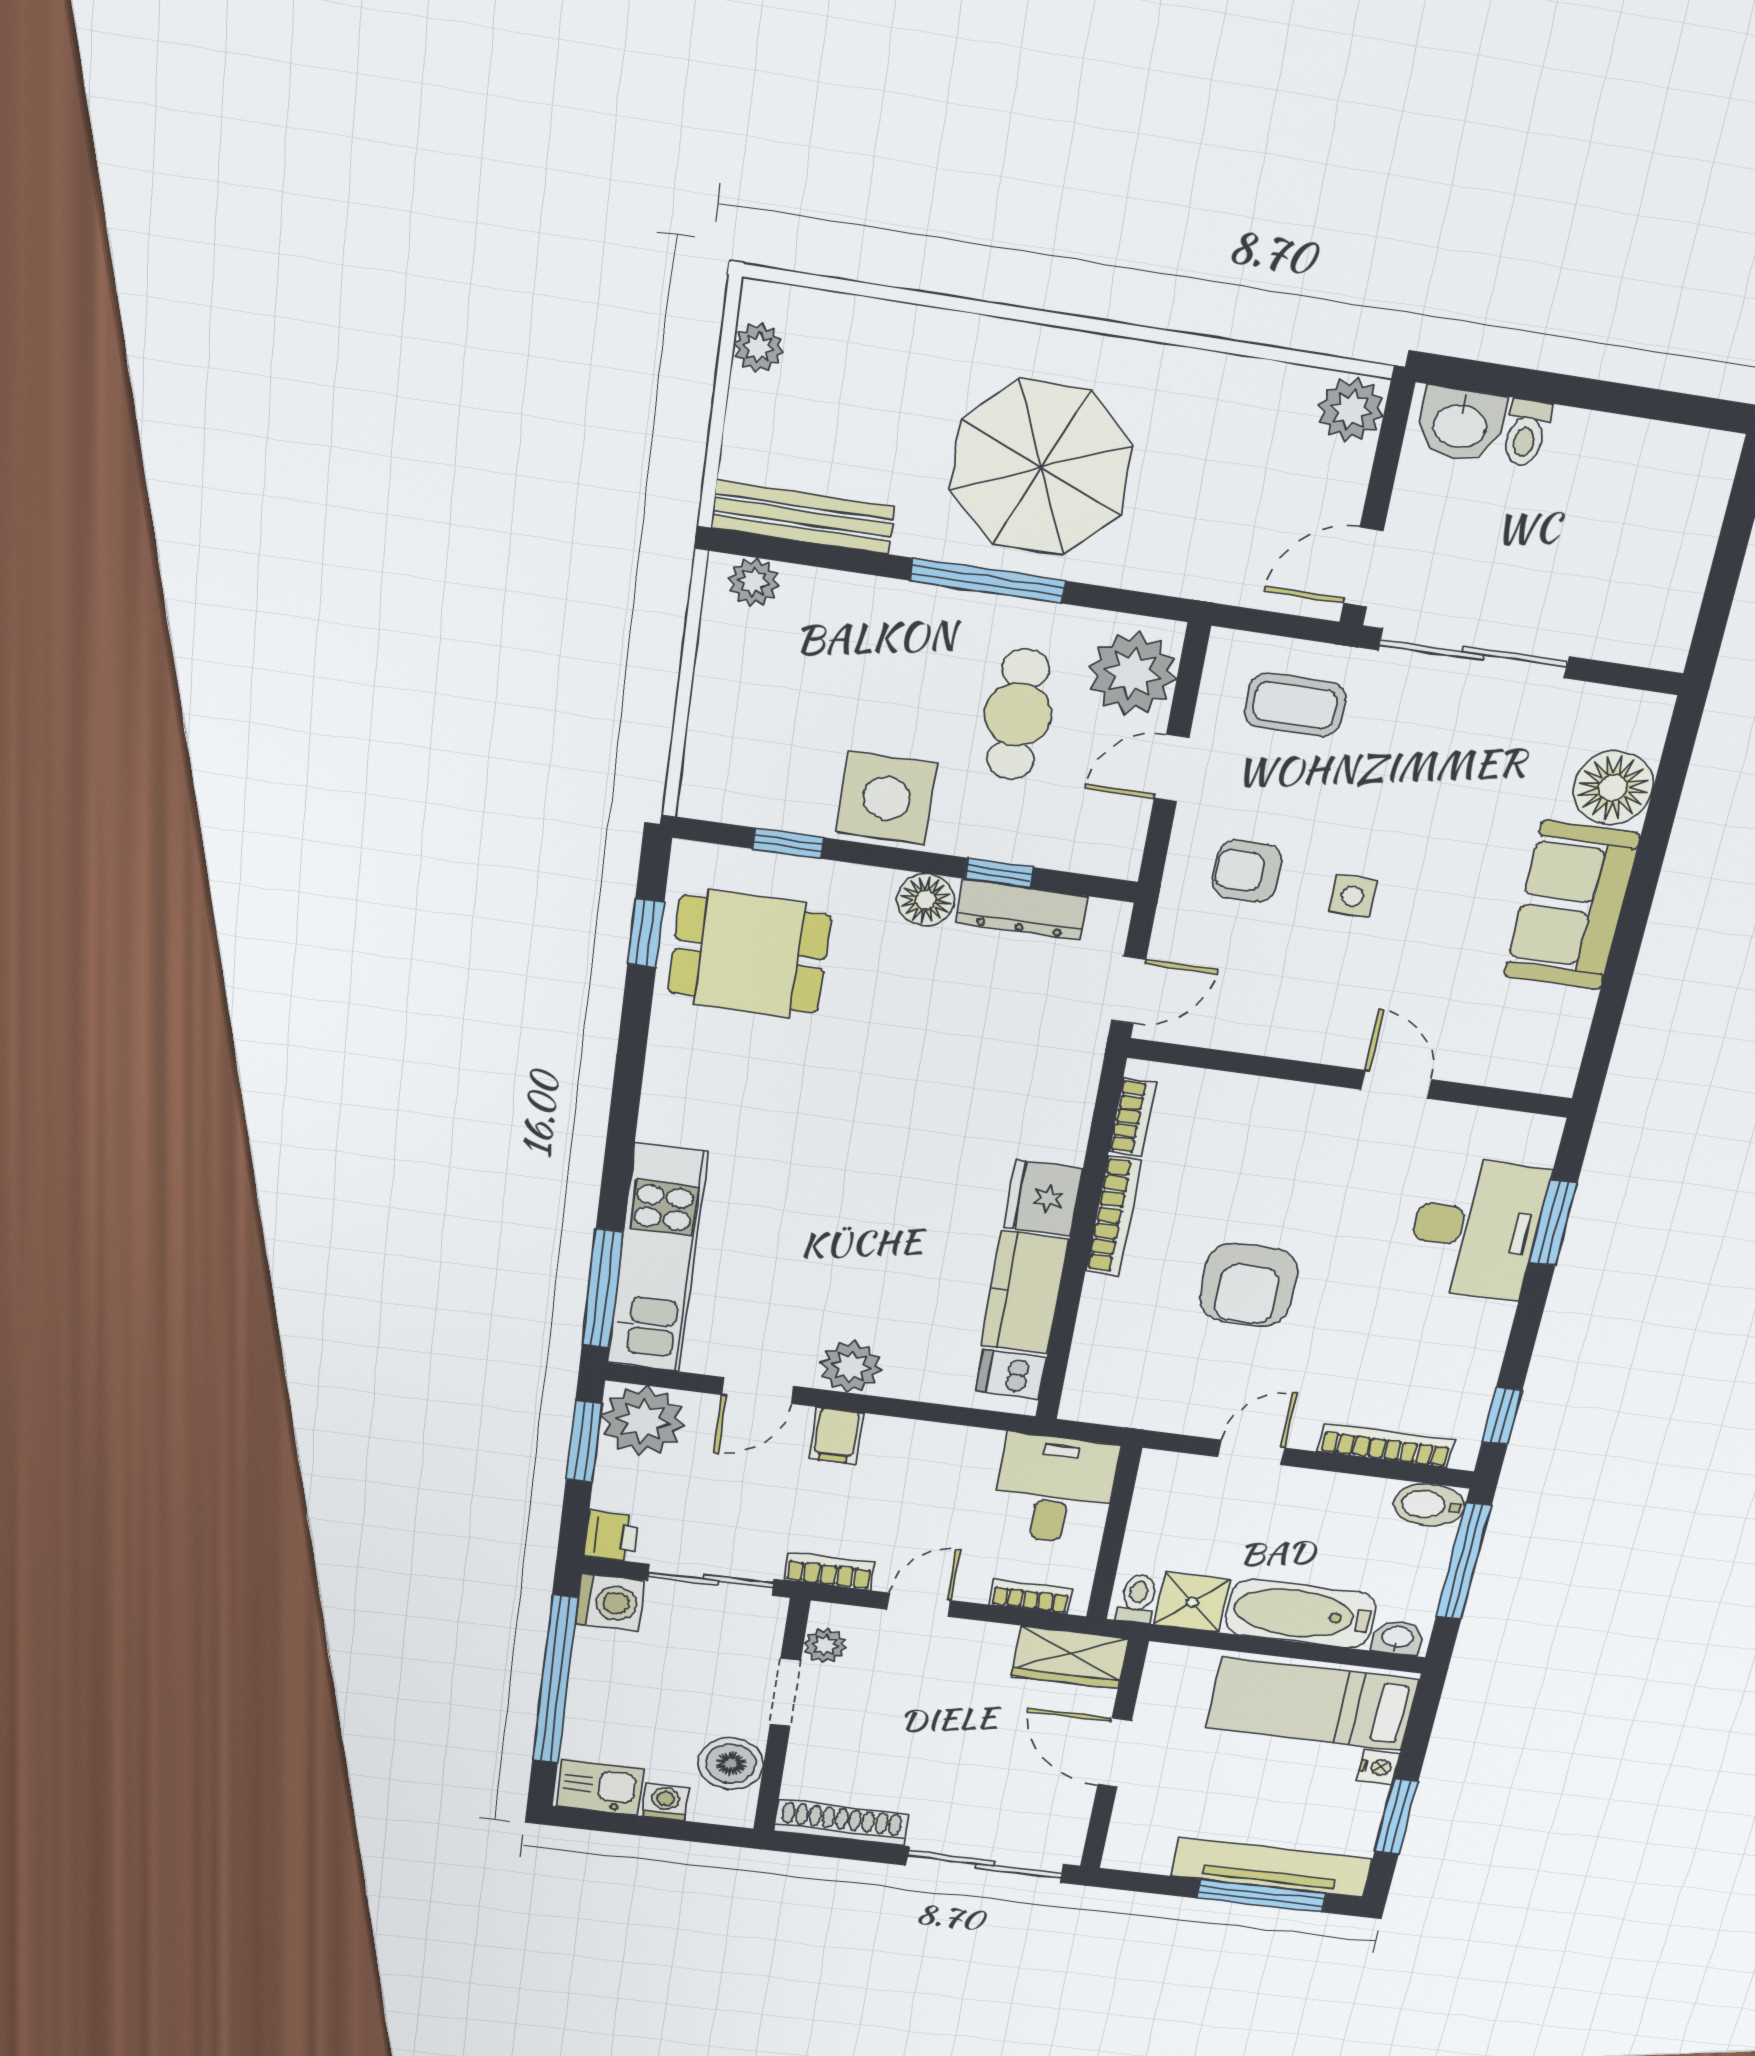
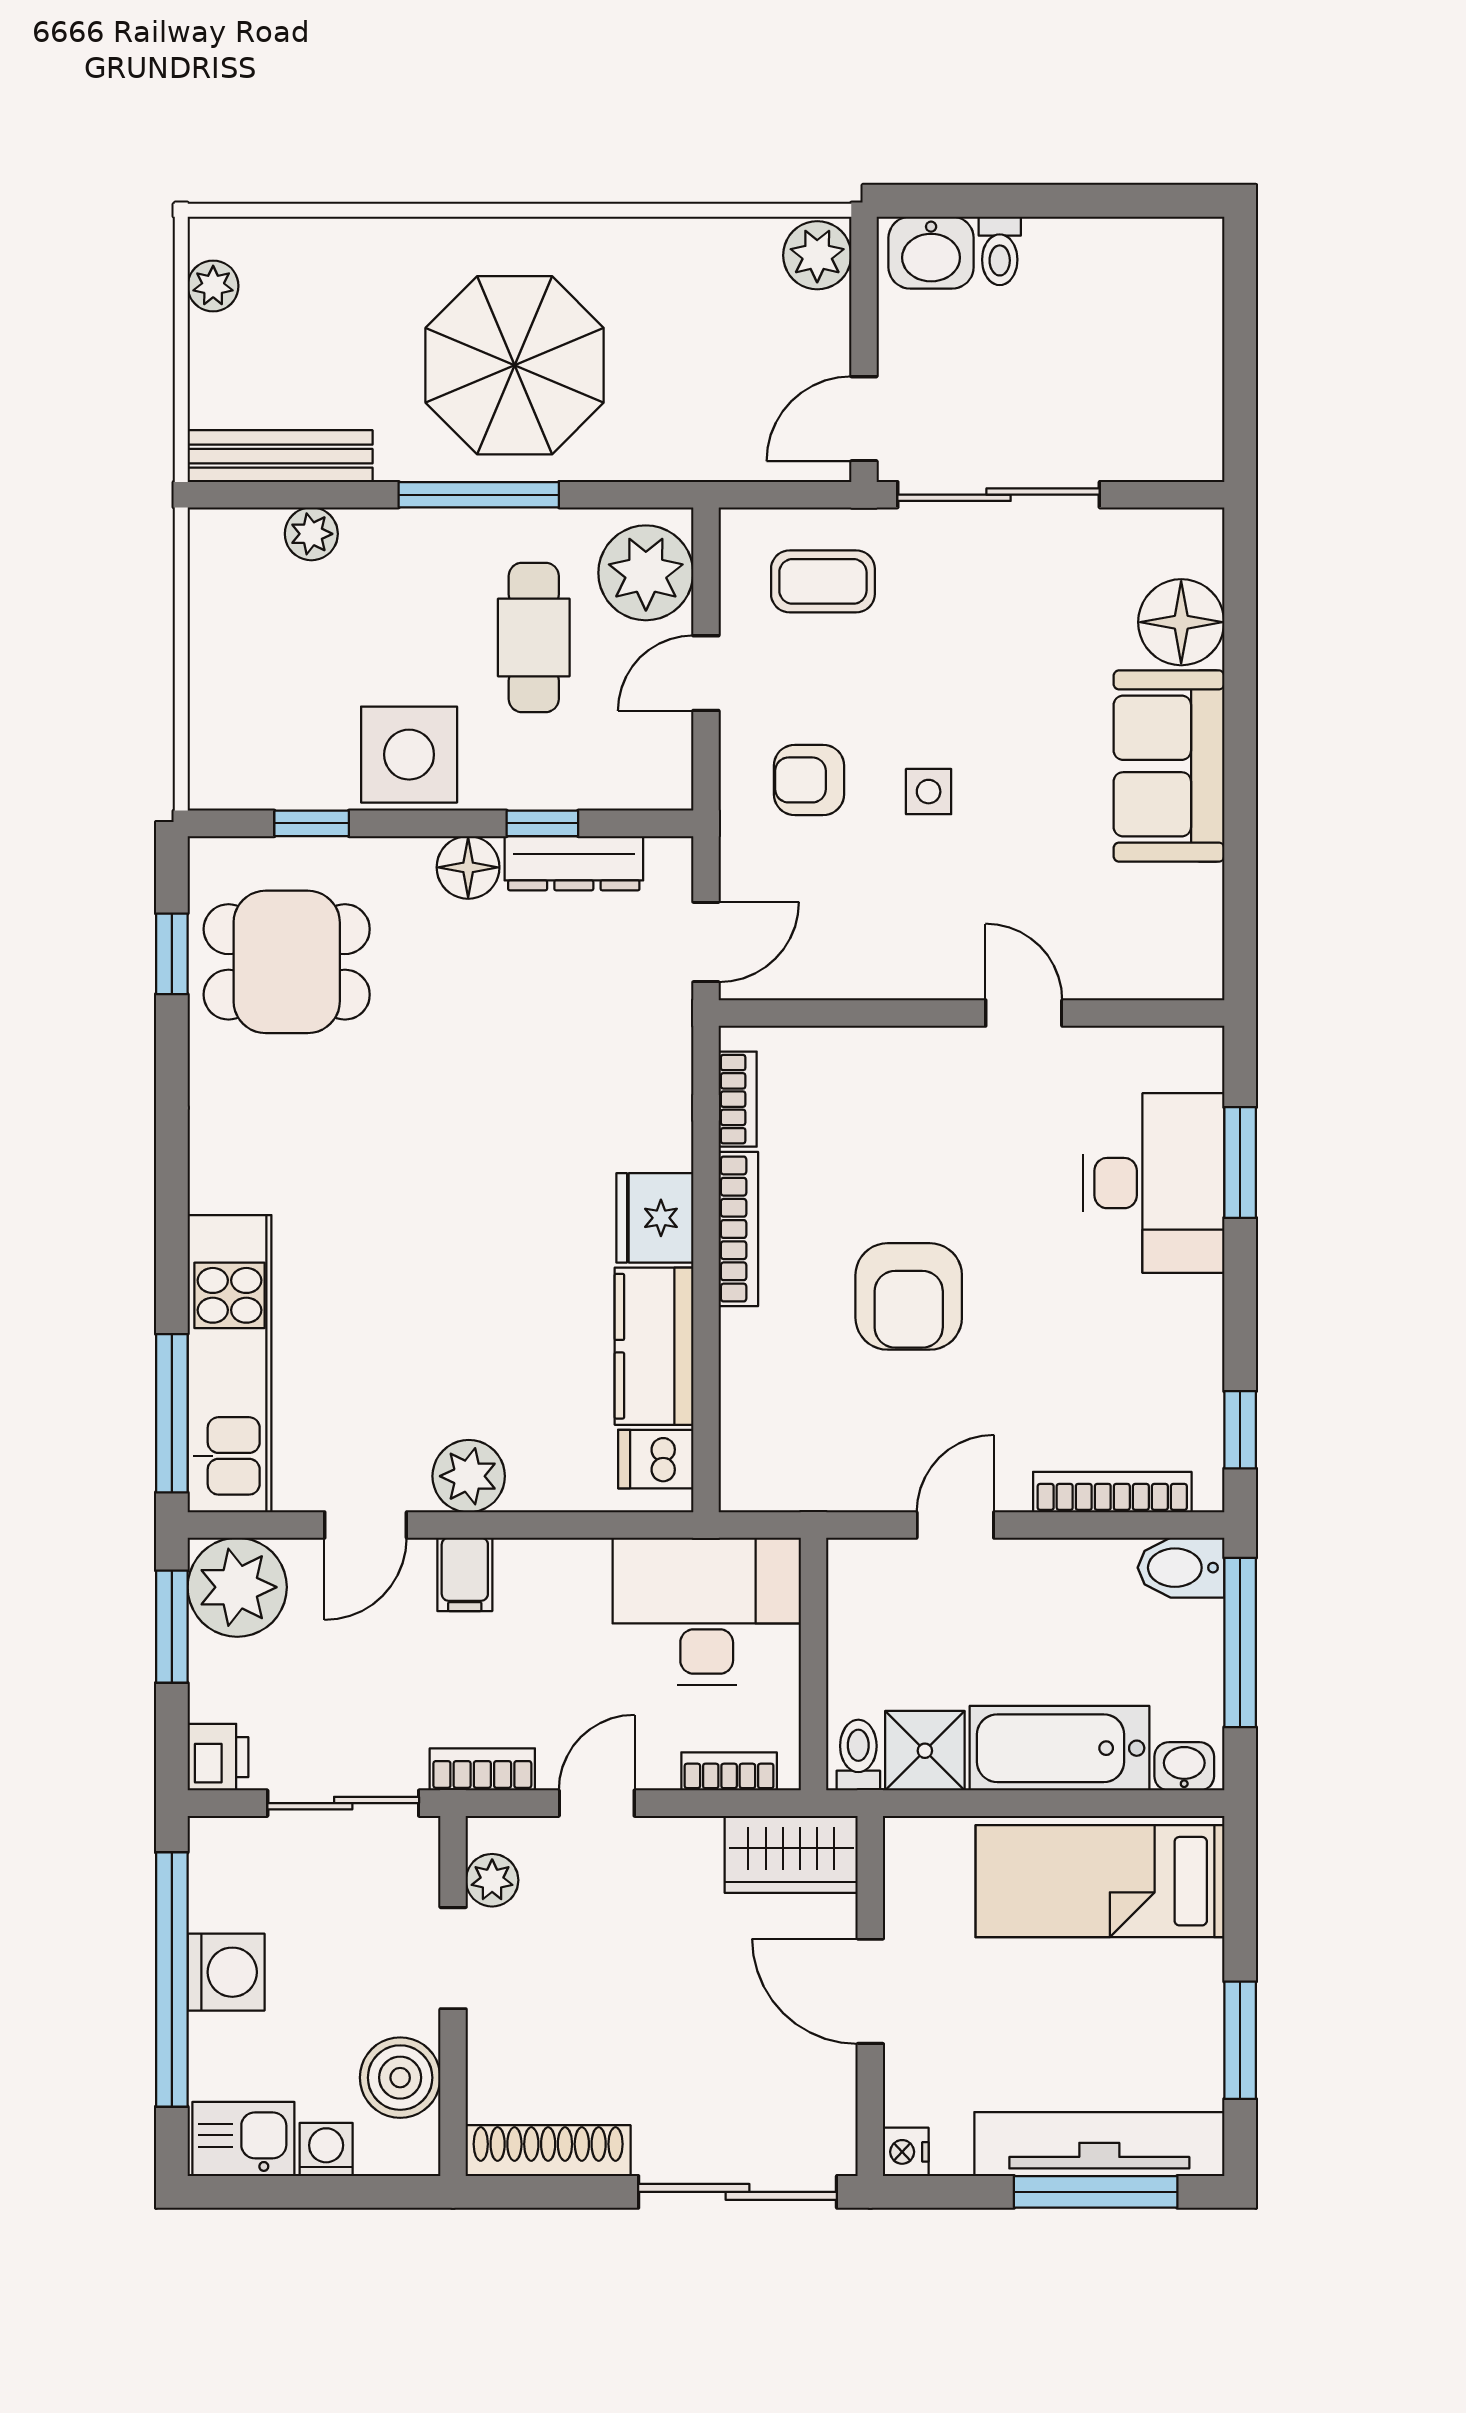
plant: (754, 582) -> (311, 534), moved
desk: (1054, 1489) -> (707, 1612), width x1.37
washing machine: (610, 1602) -> (226, 1972), moved
nightstand: (1378, 1767) -> (906, 2152), moved, turned 180

